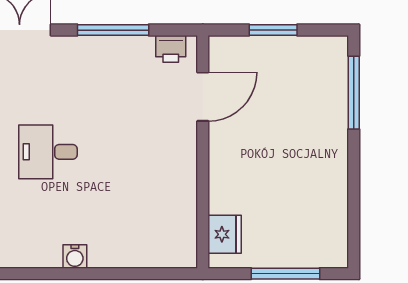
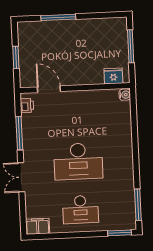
window: (354, 93) -> (58, 17), moved
desk: (48, 152) -> (78, 161), width x1.87, depth x1.30
water cooler: (75, 257) -> (125, 95), moved

